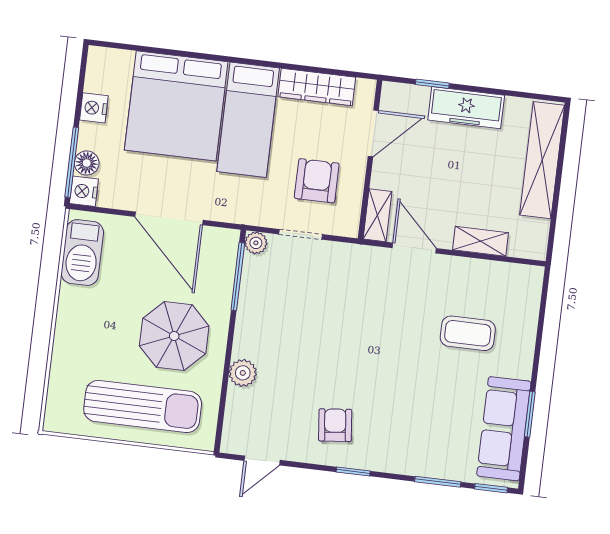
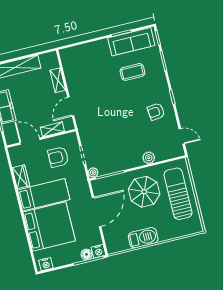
wardrobe: (317, 87) -> (21, 177), width x0.67
nightstand: (94, 108) -> (46, 264), moved
shelving: (378, 215) -> (52, 129), moved
barbecue: (82, 253) -> (143, 238), moved
coffee table: (468, 333) -> (132, 72), moved, turned 90

